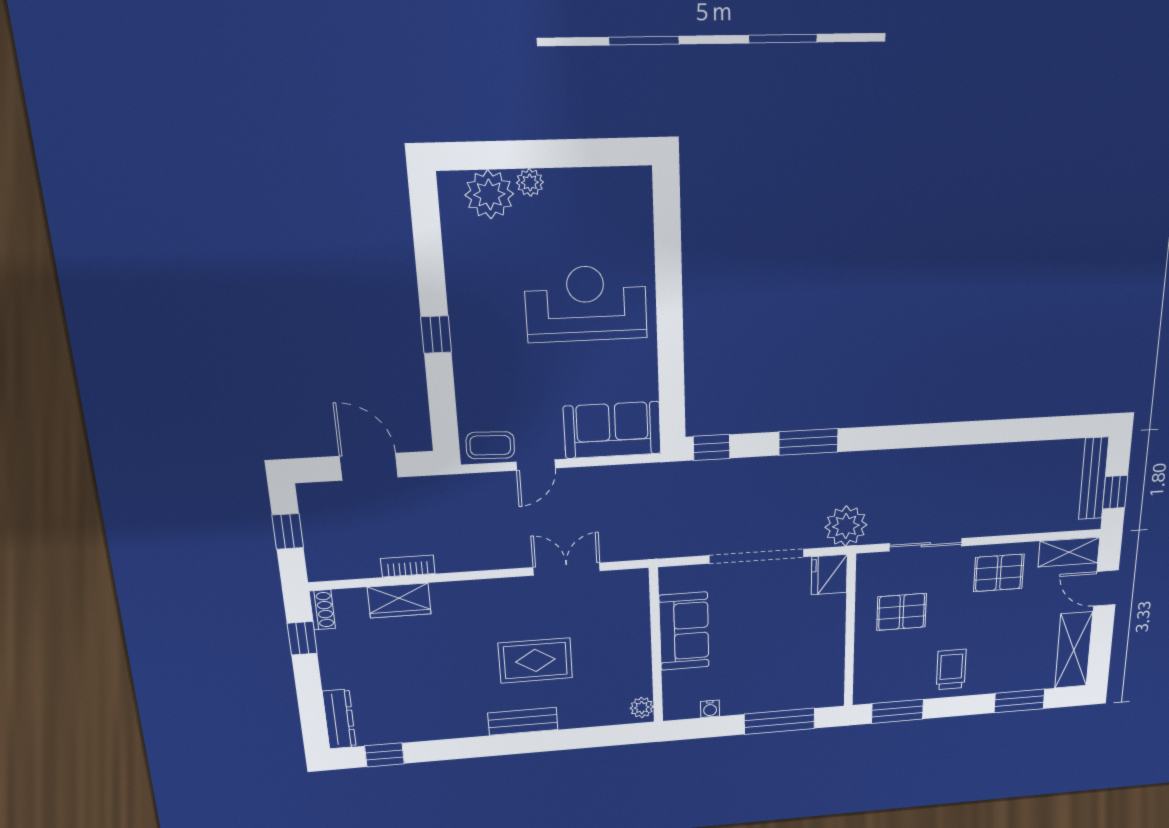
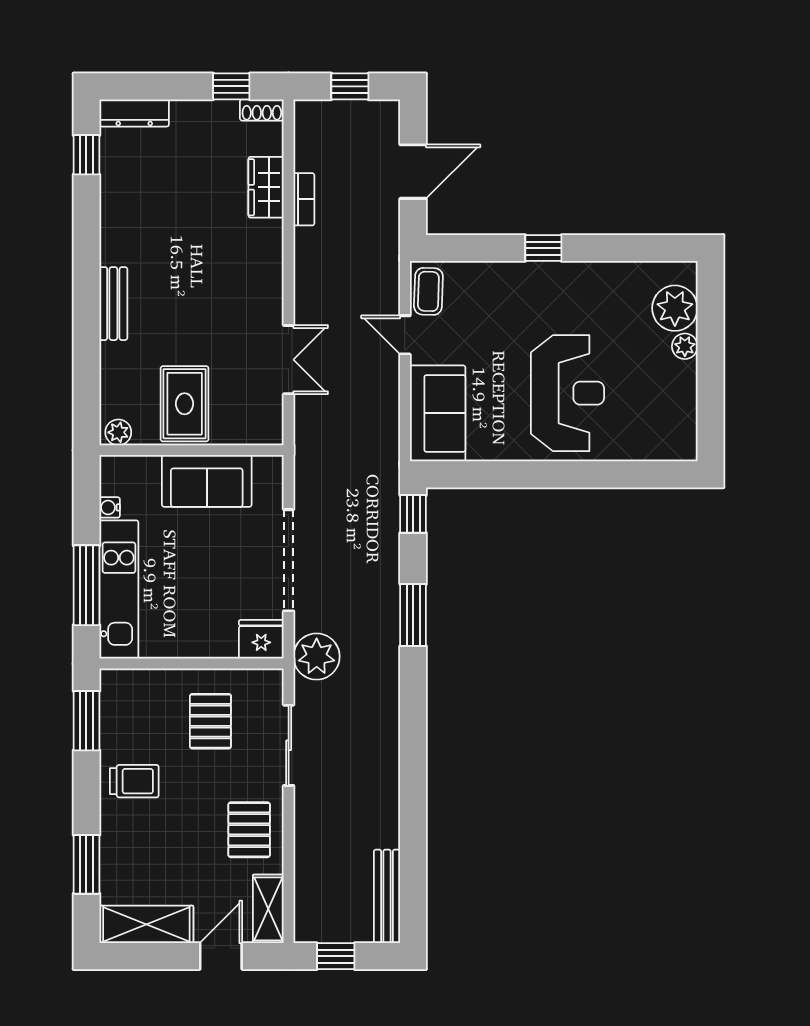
bench: (1094, 478) -> (387, 896), moved, turned 90
rug: (535, 660) -> (185, 404), moved
kitchen unit: (783, 695) -> (119, 589), added

